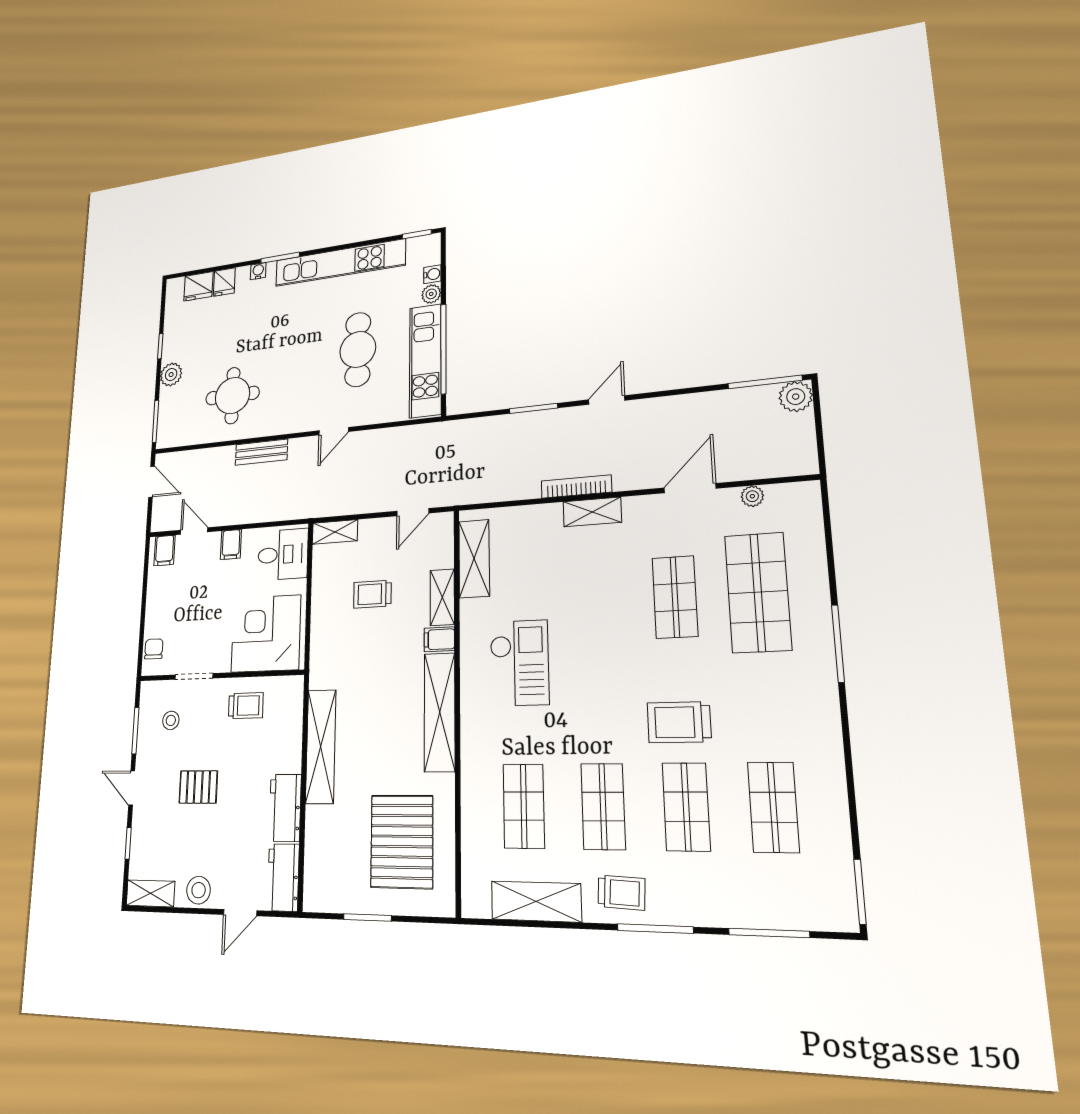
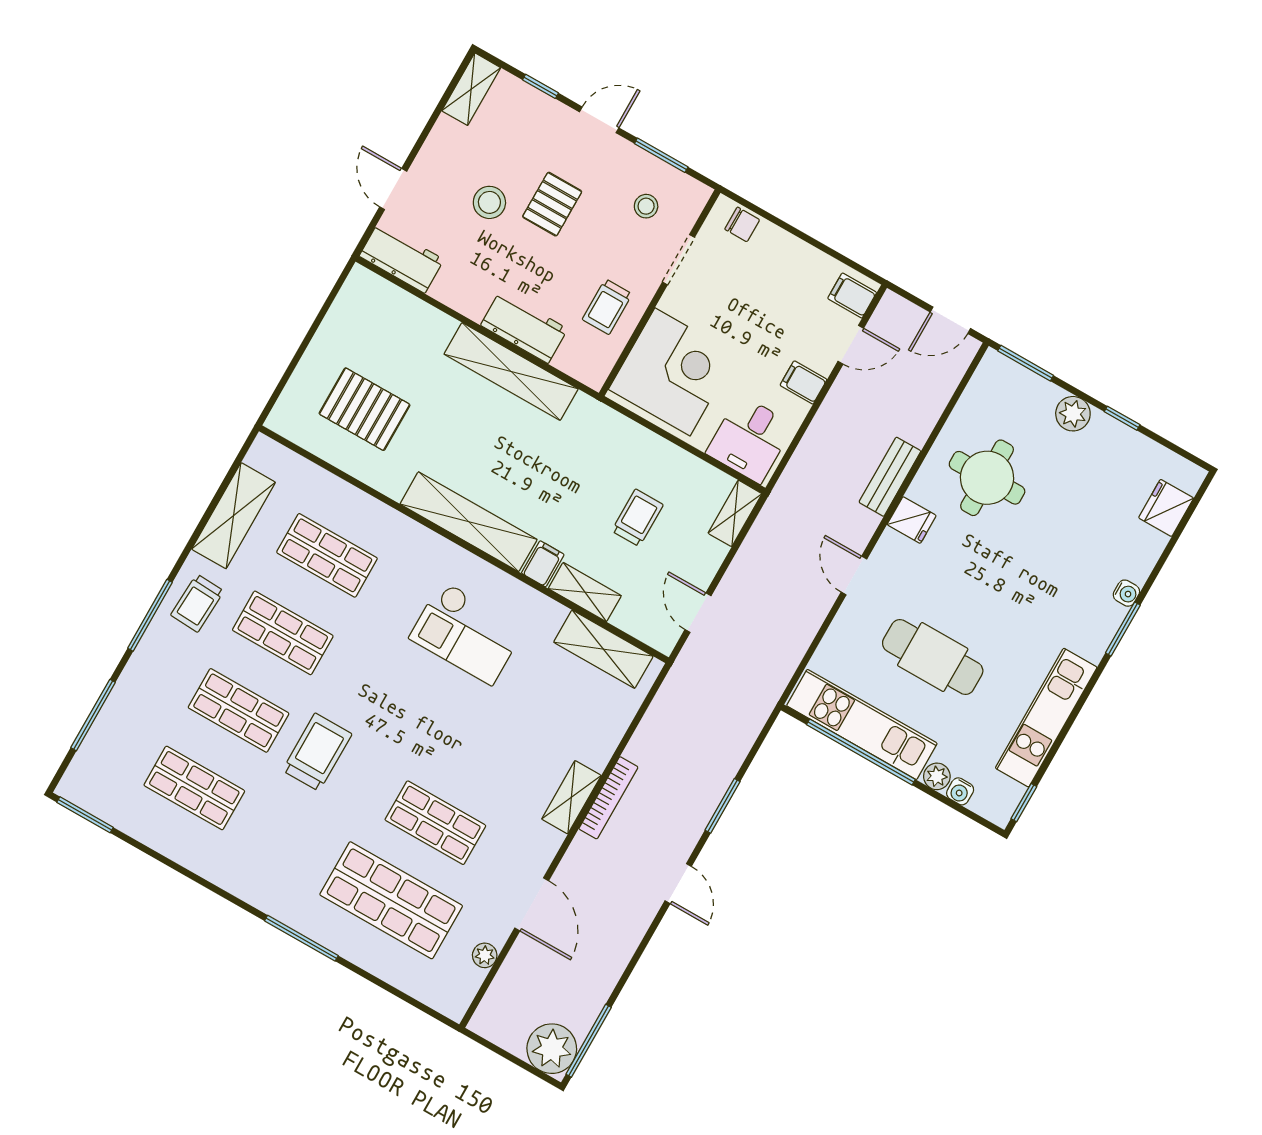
kitchen unit: (340, 263) -> (1046, 718), width x0.73
fridge: (224, 282) -> (912, 520), moved, turned 180
plant: (796, 397) -> (552, 1049), width x1.36, depth x1.36
workbench: (285, 808) -> (524, 327), moved
pallet: (402, 841) -> (365, 409), width x0.73, depth x0.71
stool: (199, 890) -> (489, 202), moved
window: (367, 917) -> (312, 331), removed

